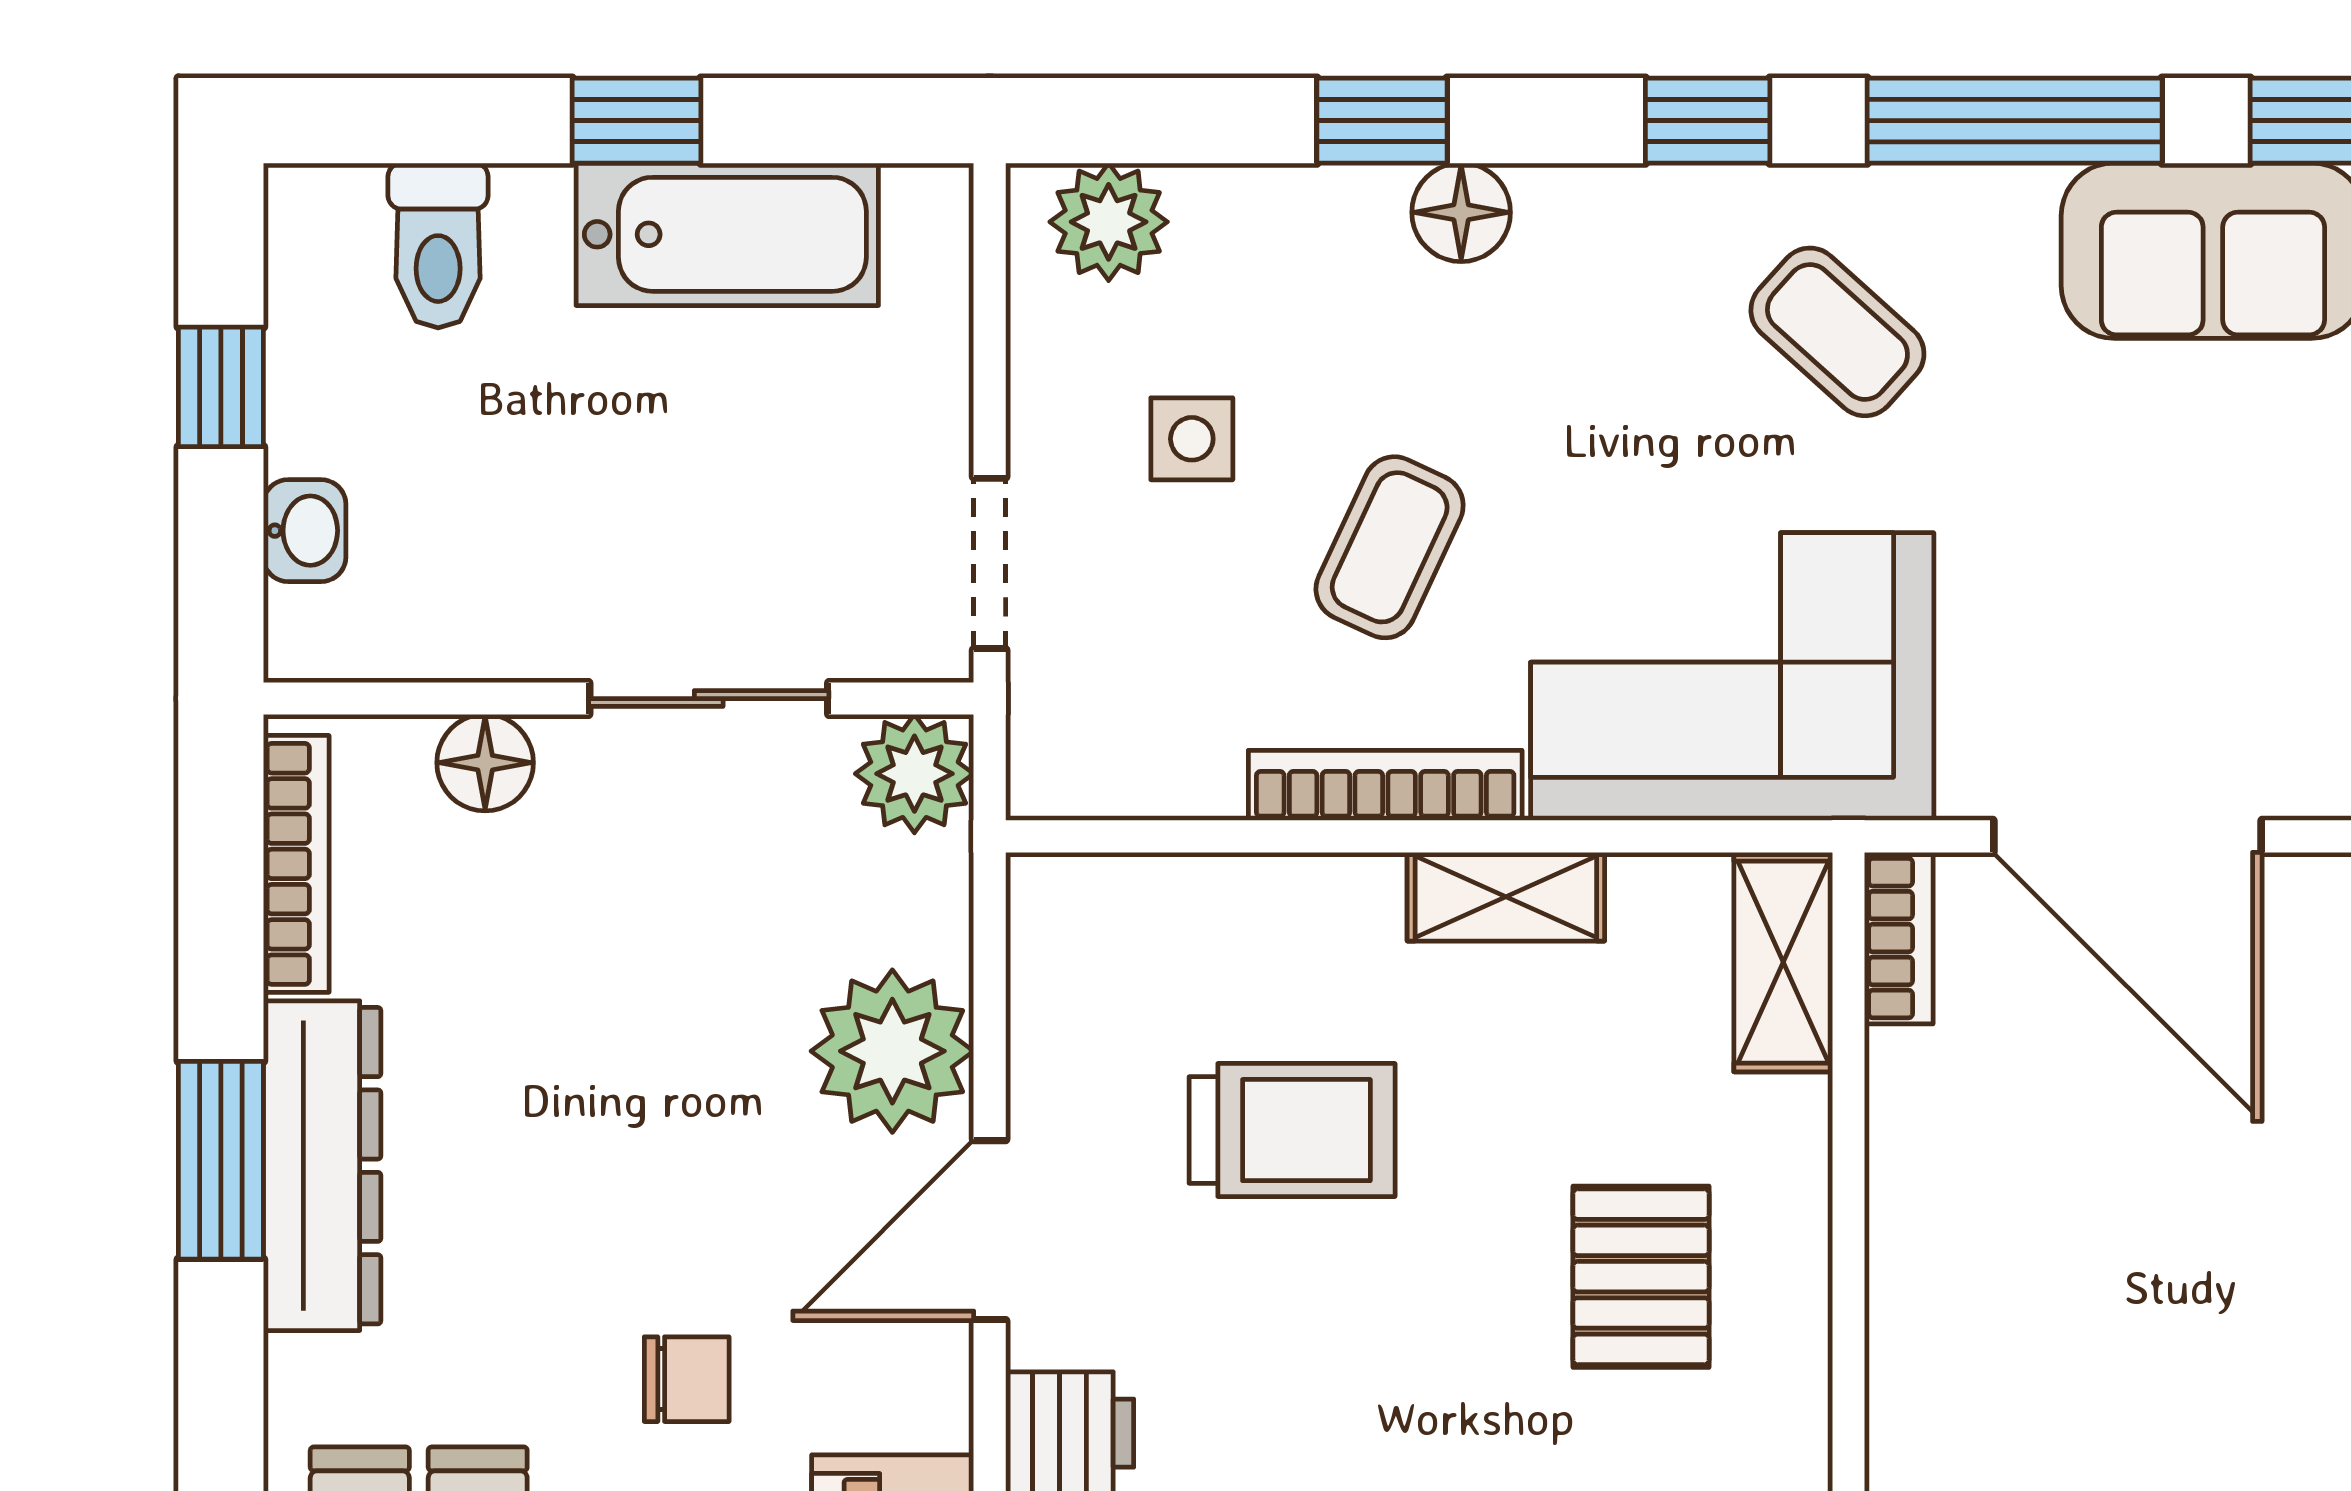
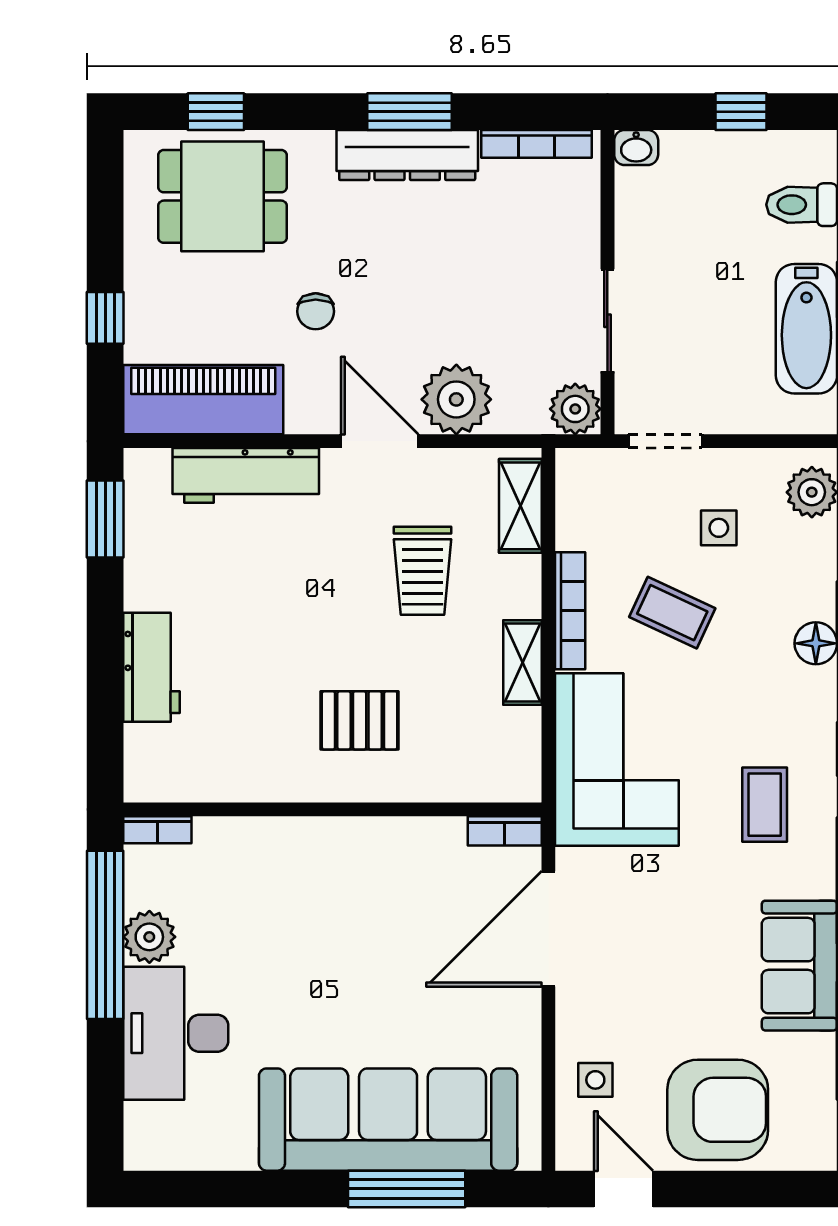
coffee table: (1837, 332) -> (765, 805), turned -42
washbasin: (305, 531) -> (636, 147), moved
floor lamp: (485, 763) -> (580, 225), removed
shelving: (1783, 962) -> (520, 506), moved, turned 90

